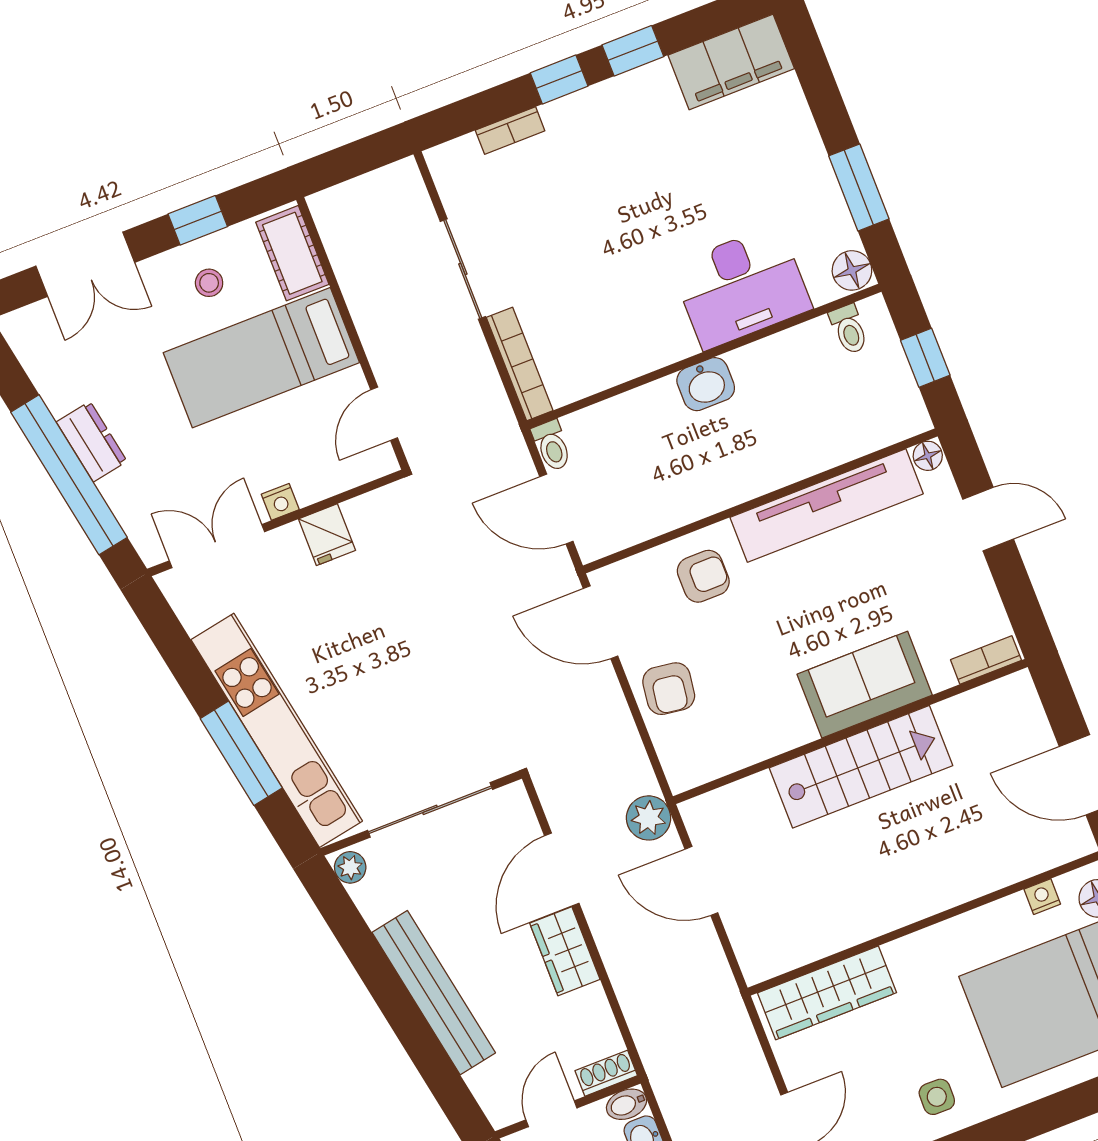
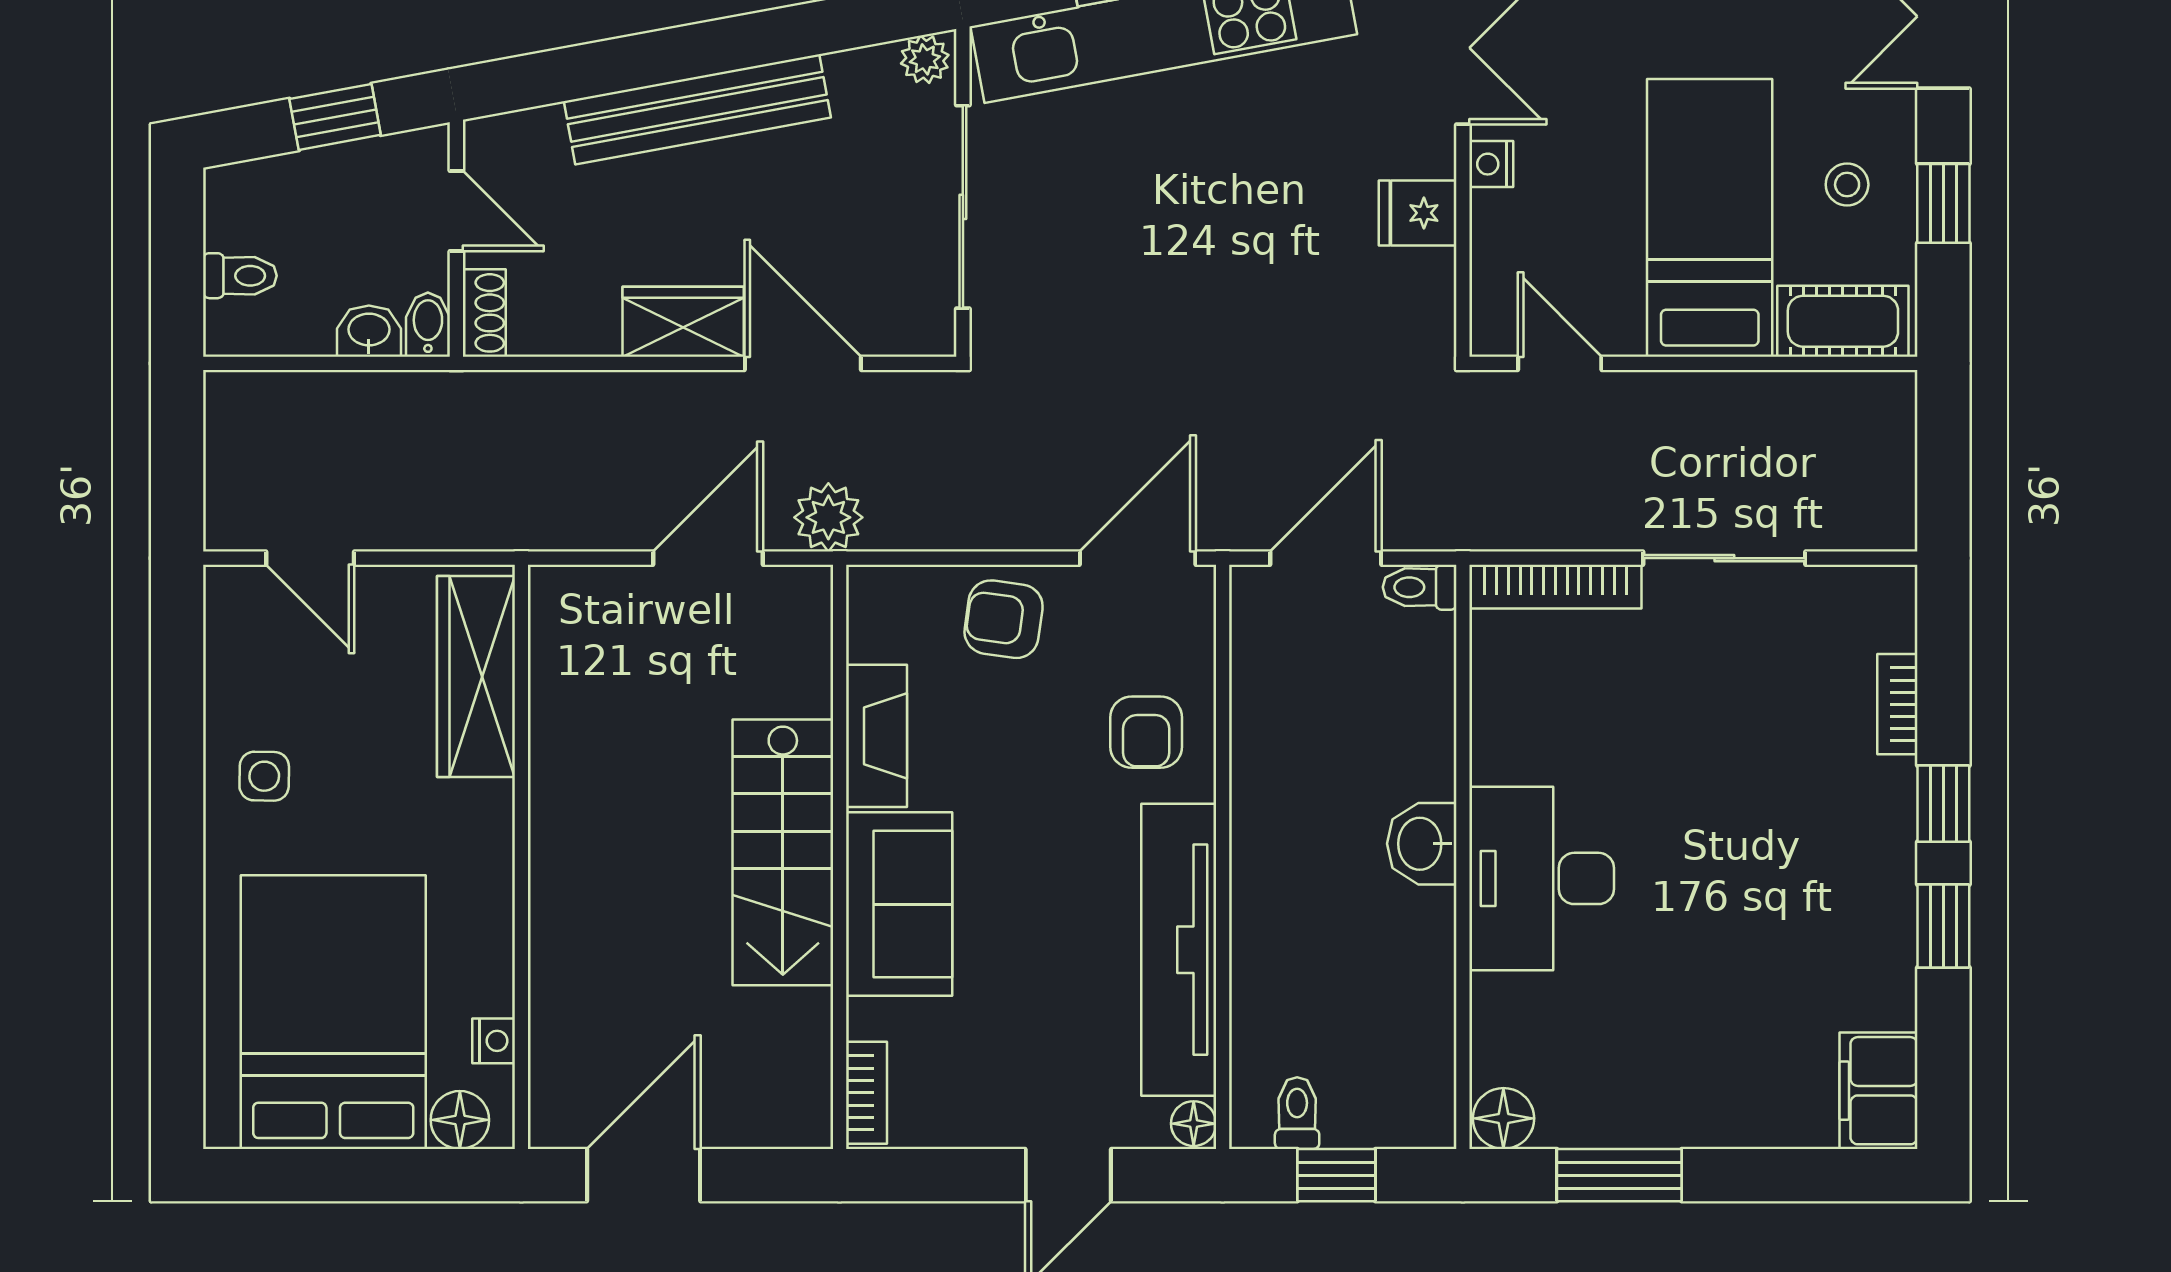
filing cabinet: (731, 62) -> (1879, 1091), width x0.67, depth x0.86
desk: (741, 287) -> (1542, 878), moved
toilet: (849, 329) -> (1297, 1113), moved, turned 90
fireplace: (769, 738) -> (876, 736), added

